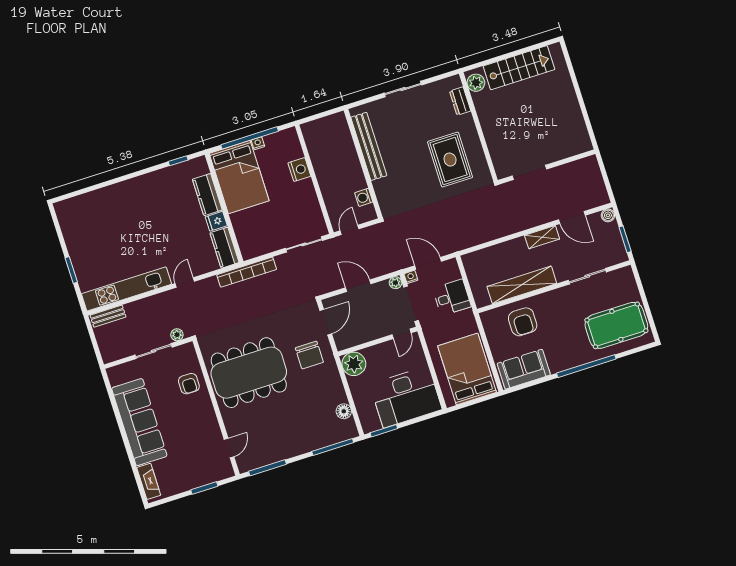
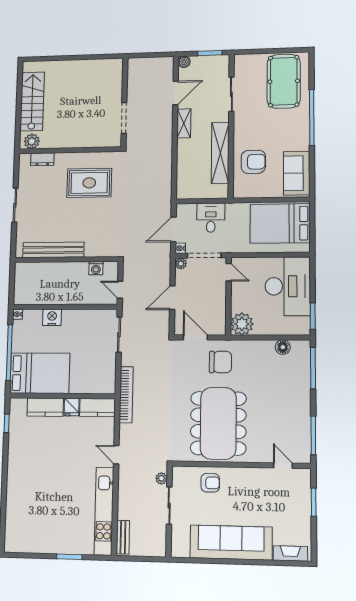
nightstand: (258, 143) -> (18, 314), moved

